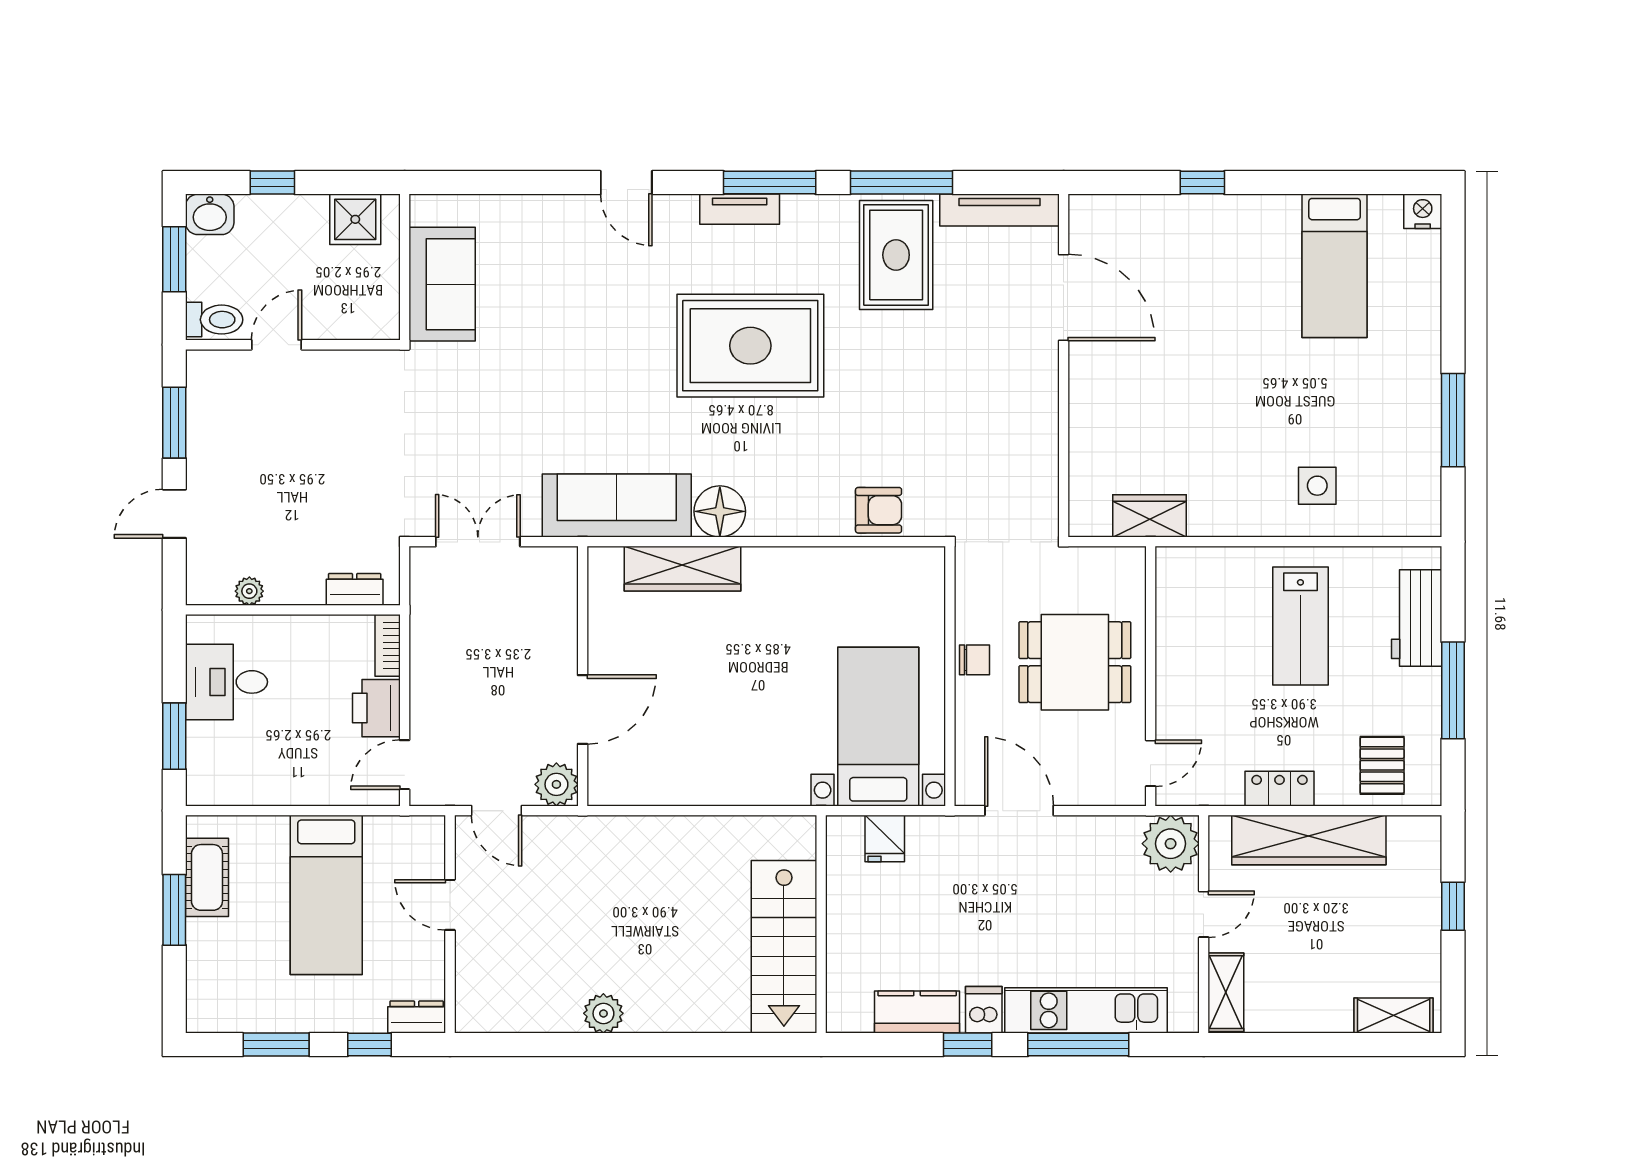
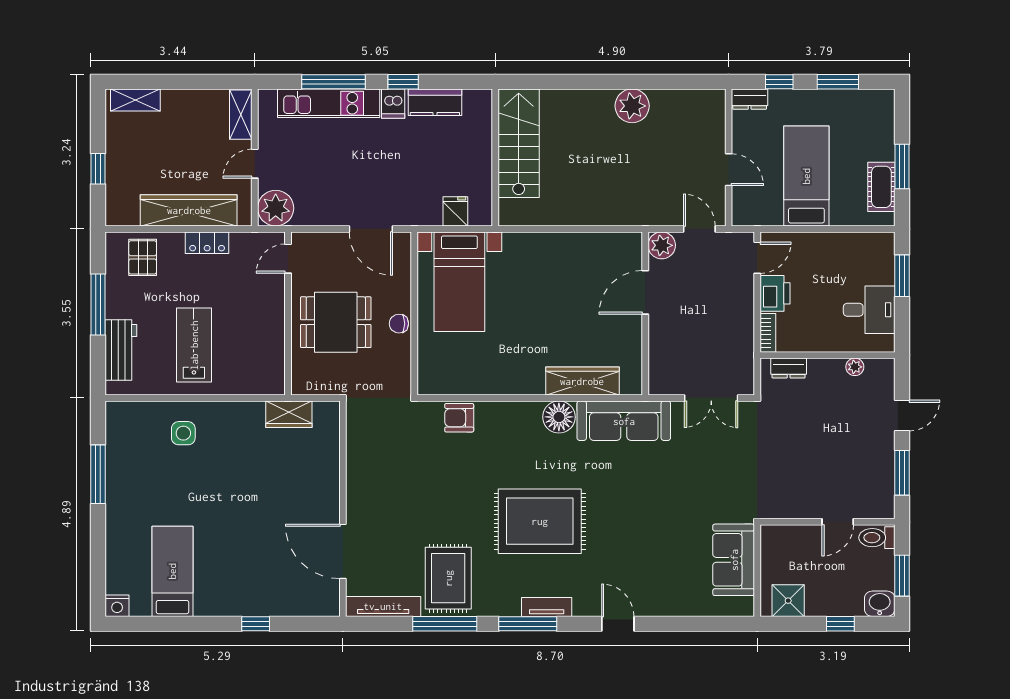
plant: (603, 1013) -> (632, 106), width x1.36, depth x1.36

